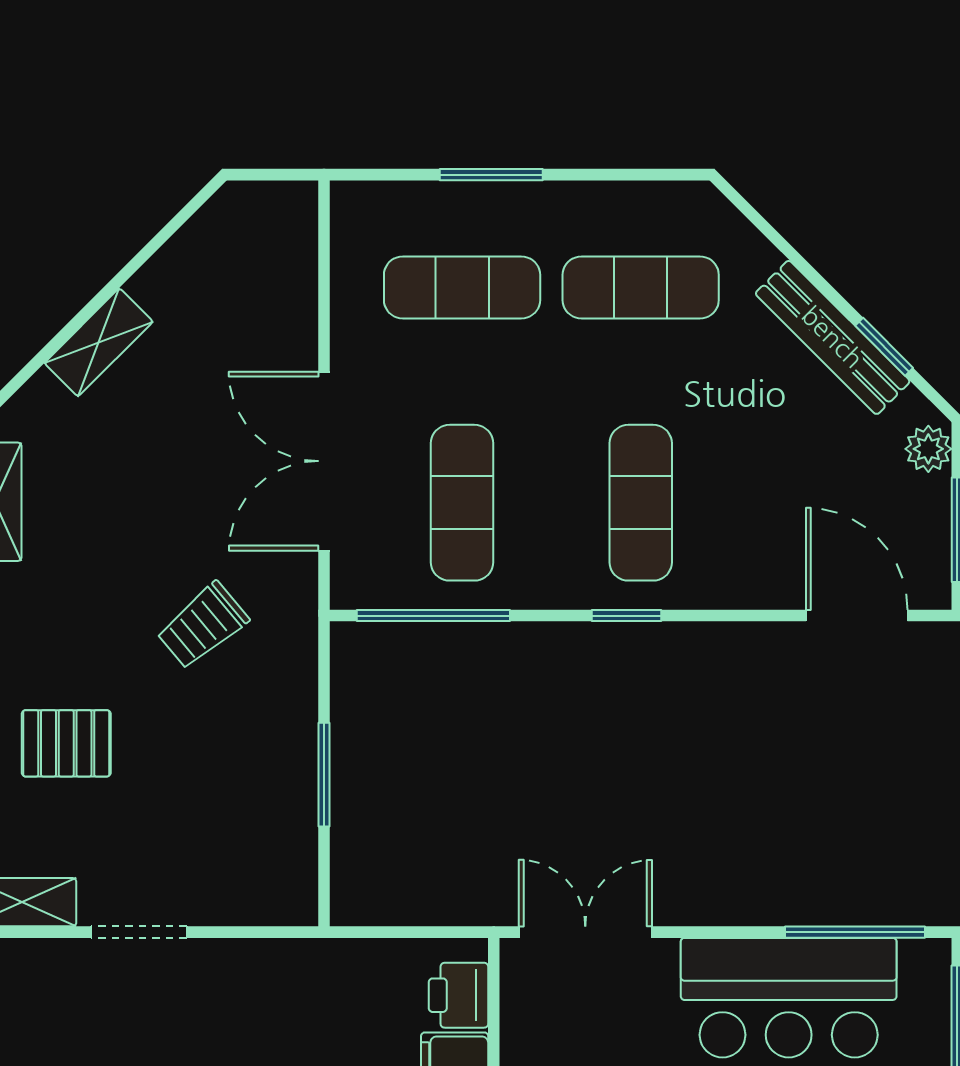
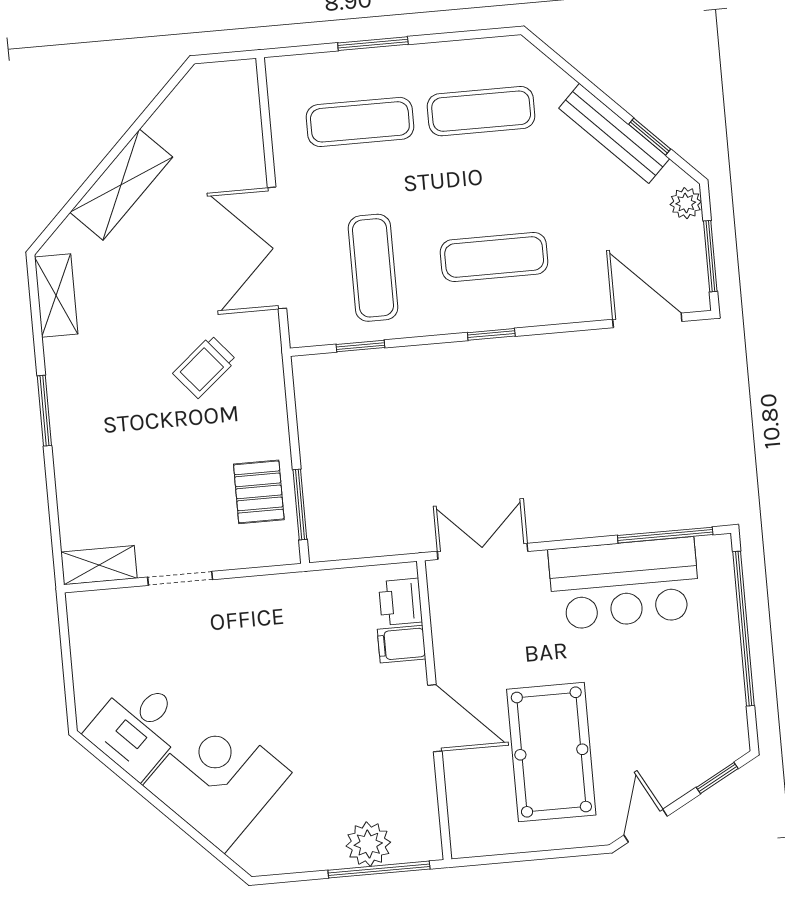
shelving: (99, 342) -> (121, 185), width x1.50, depth x1.33
exercise mat: (641, 503) -> (494, 257), turned 90
window: (433, 616) -> (360, 346), width x0.46
pallet: (66, 743) -> (259, 492), moved, turned 90
window: (324, 775) -> (300, 505), moved

